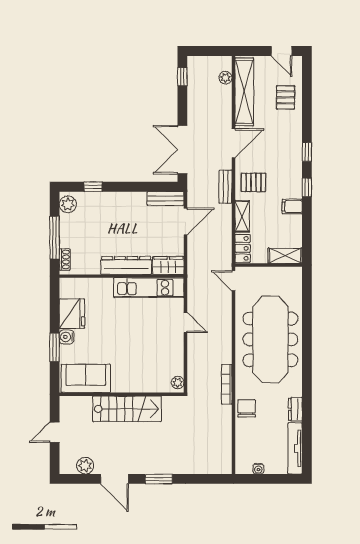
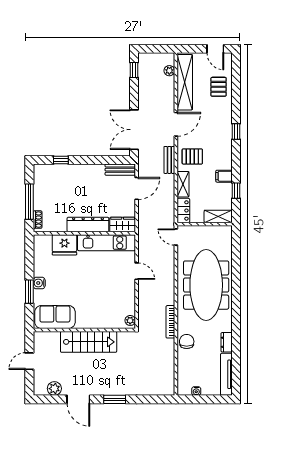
window: (307, 187) -> (236, 191), moved
plant: (68, 204) -> (40, 174), removed
fridge: (72, 314) -> (64, 245), moved, turned 90

